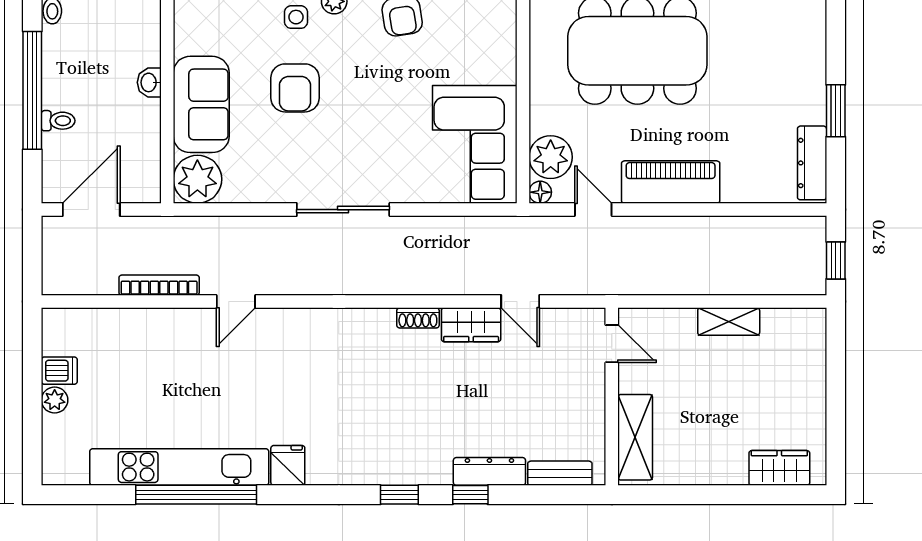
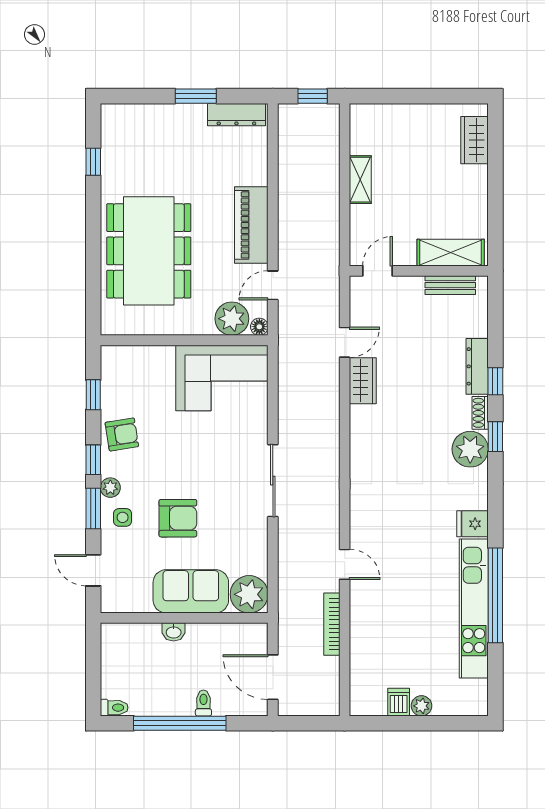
shoe rack: (418, 318) -> (480, 413), moved, turned 180
plant: (383, 462) -> (470, 449), added
bench: (560, 473) -> (450, 285), moved, turned 90

